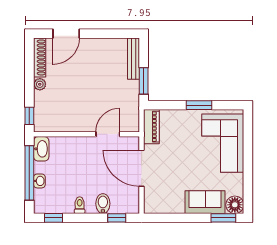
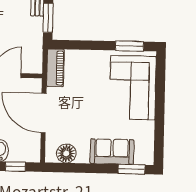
window: (199, 105) -> (130, 46), moved
floor lamp: (235, 205) -> (66, 153), moved

